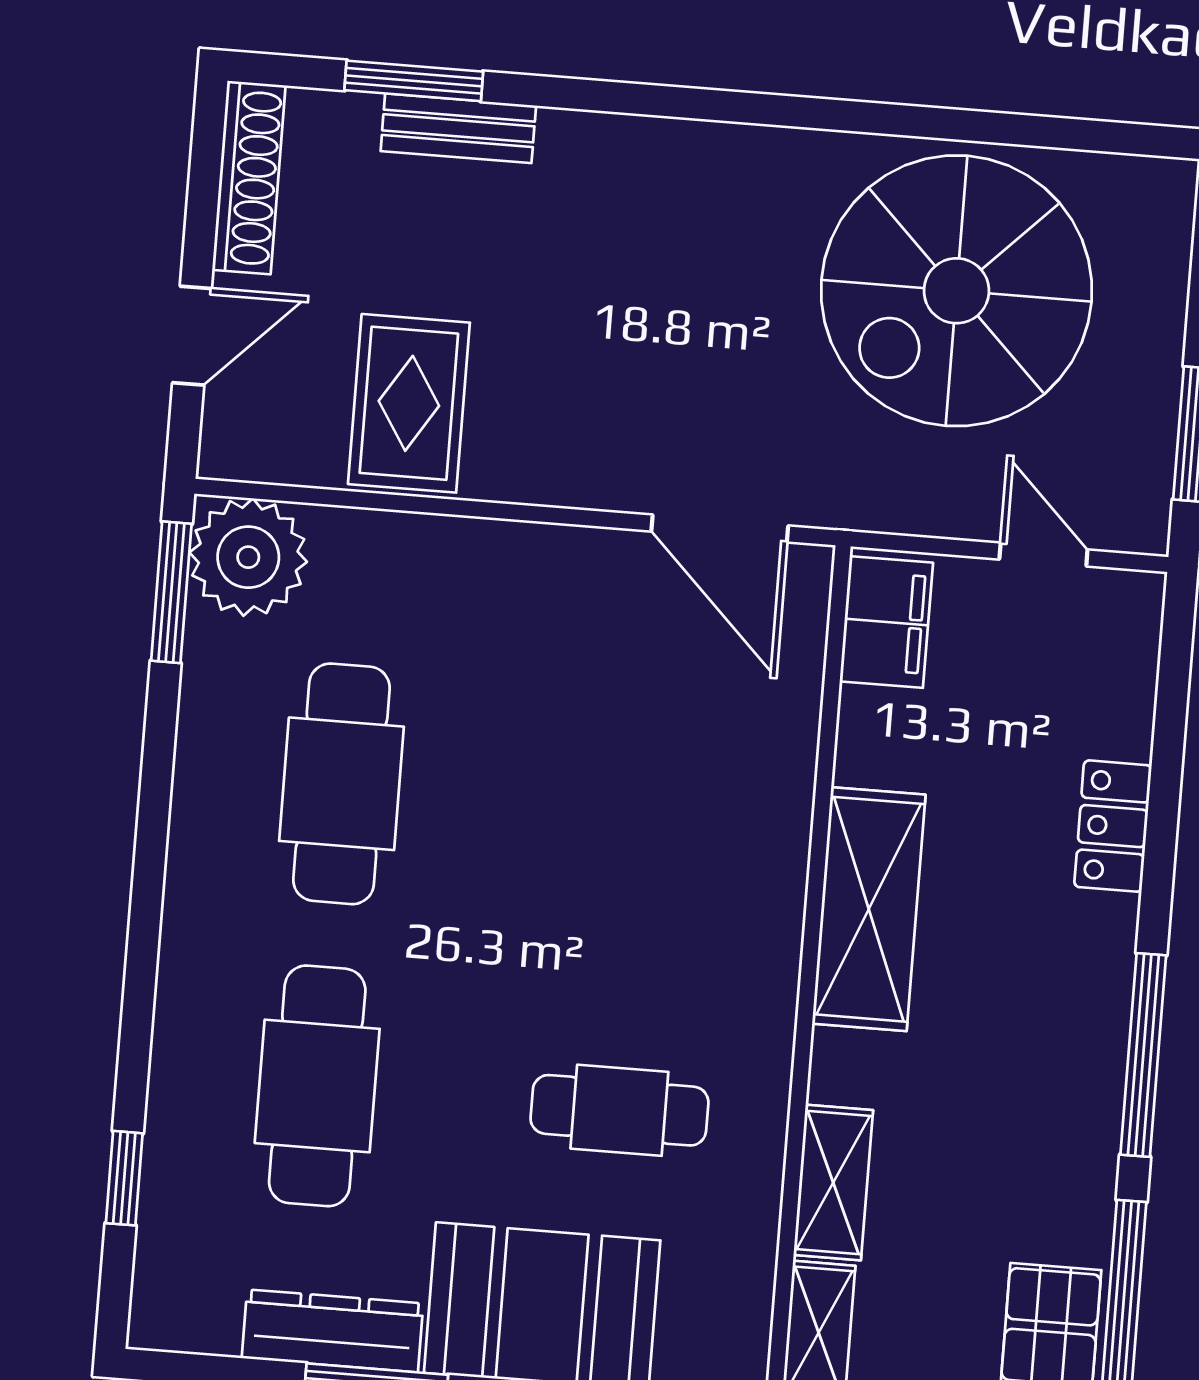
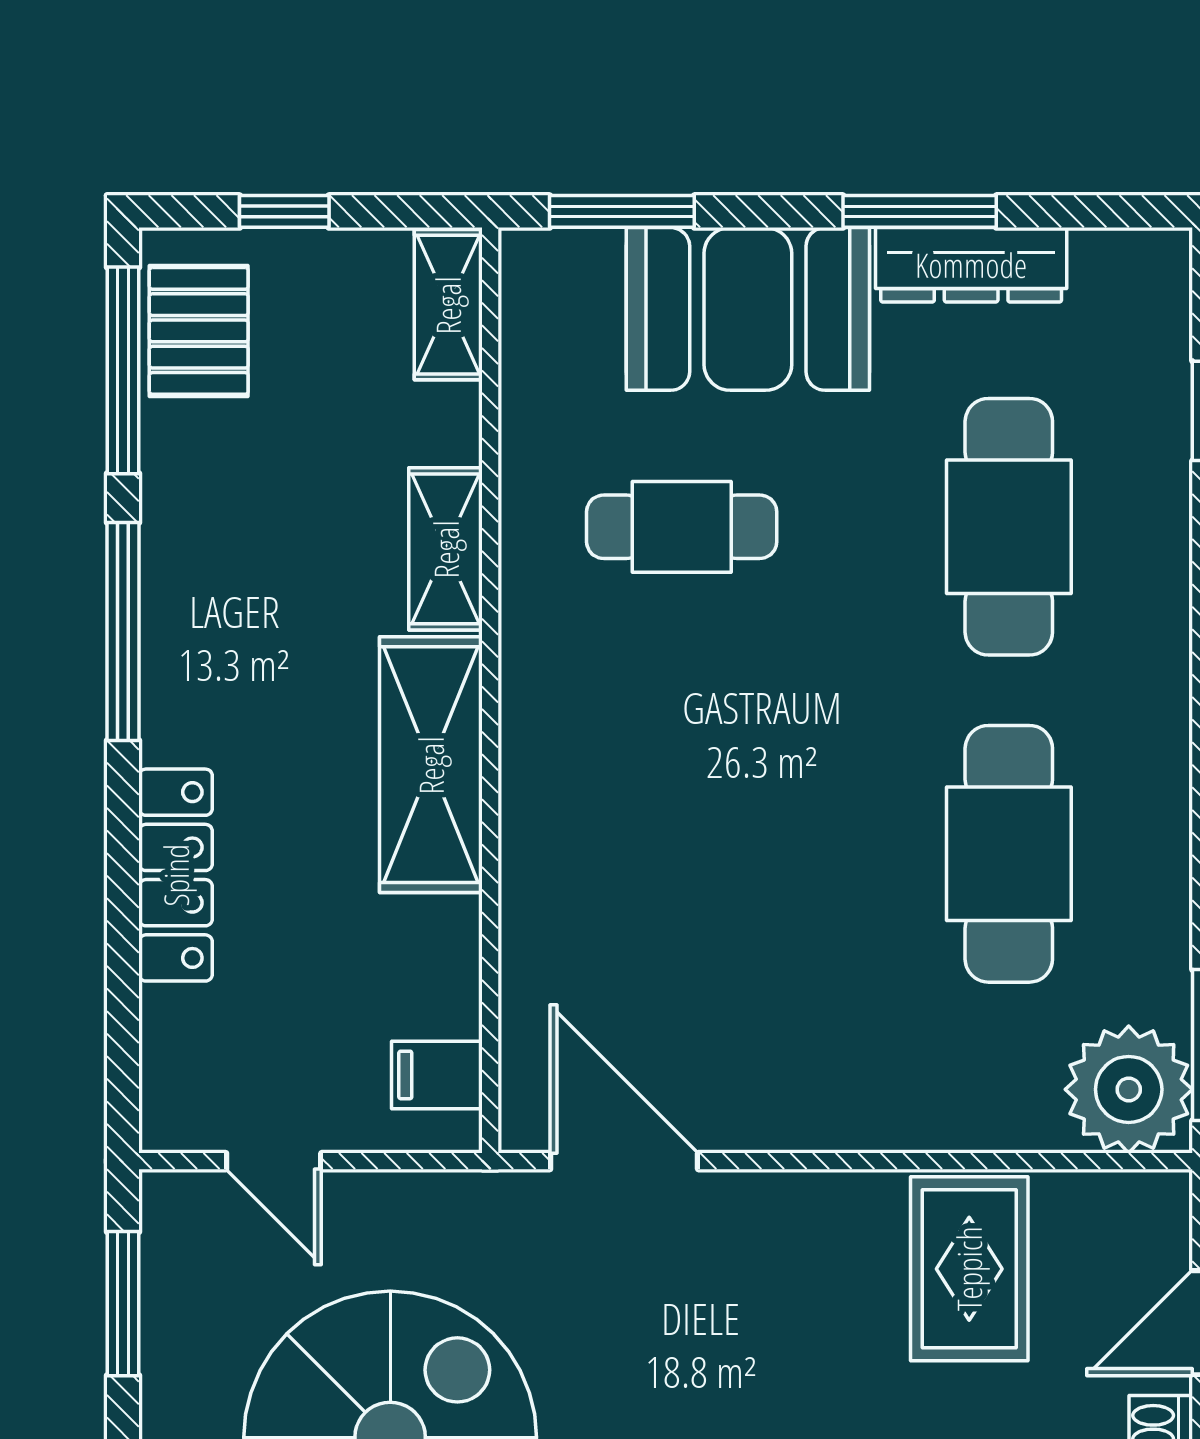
filing cabinet: (886, 622) -> (437, 1075), width x0.50
locker: (1113, 826) -> (176, 875), width x1.53
shelving: (833, 1182) -> (446, 549), moved

